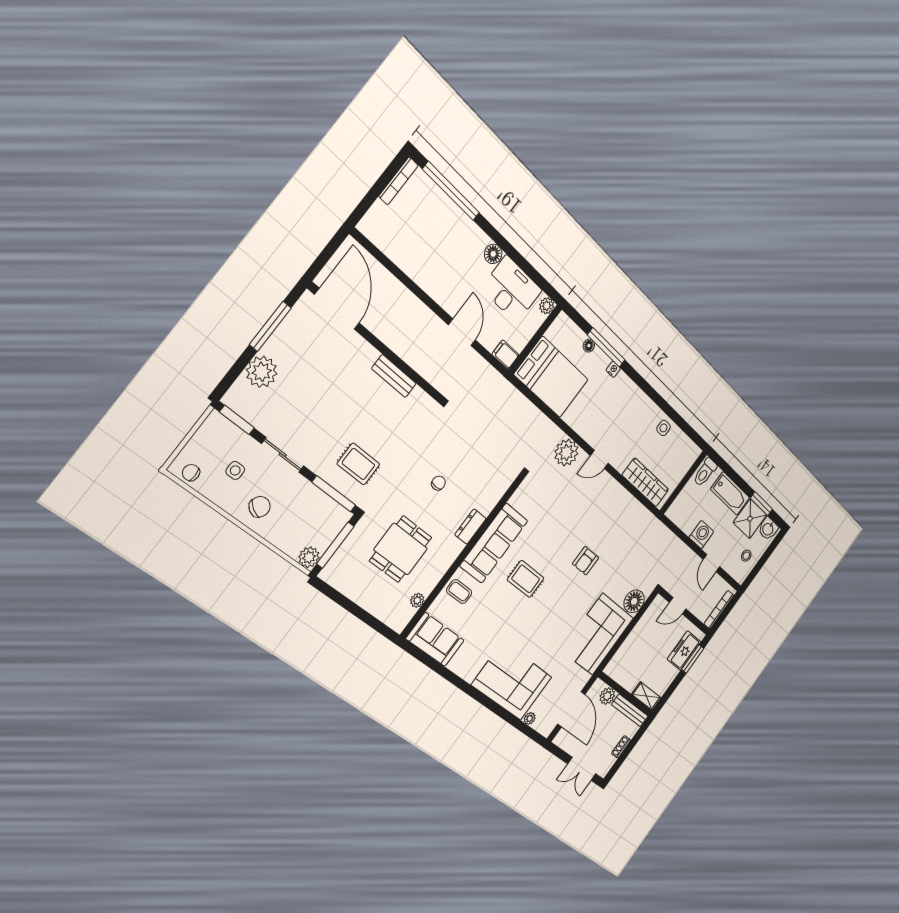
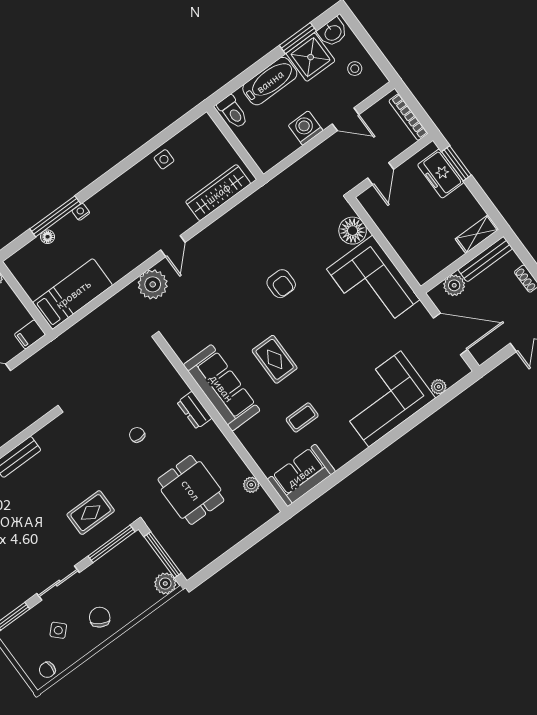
bed: (551, 377) -> (73, 294), width x0.67
side table: (235, 470) -> (58, 630), turned 45
rug: (526, 579) -> (275, 359), turned 90
coffee table: (459, 592) -> (302, 417), moved

